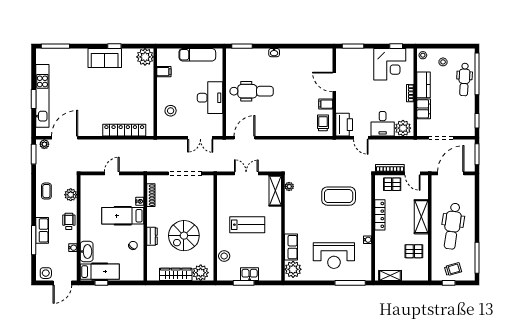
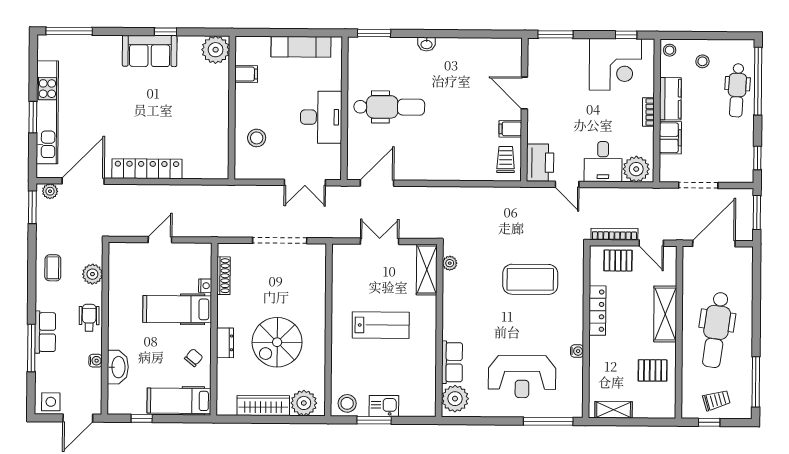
locker: (124, 130) -> (147, 169), moved
stool: (224, 256) -> (347, 403), moved
hospital bed: (100, 272) -> (179, 401), moved, turned 180

